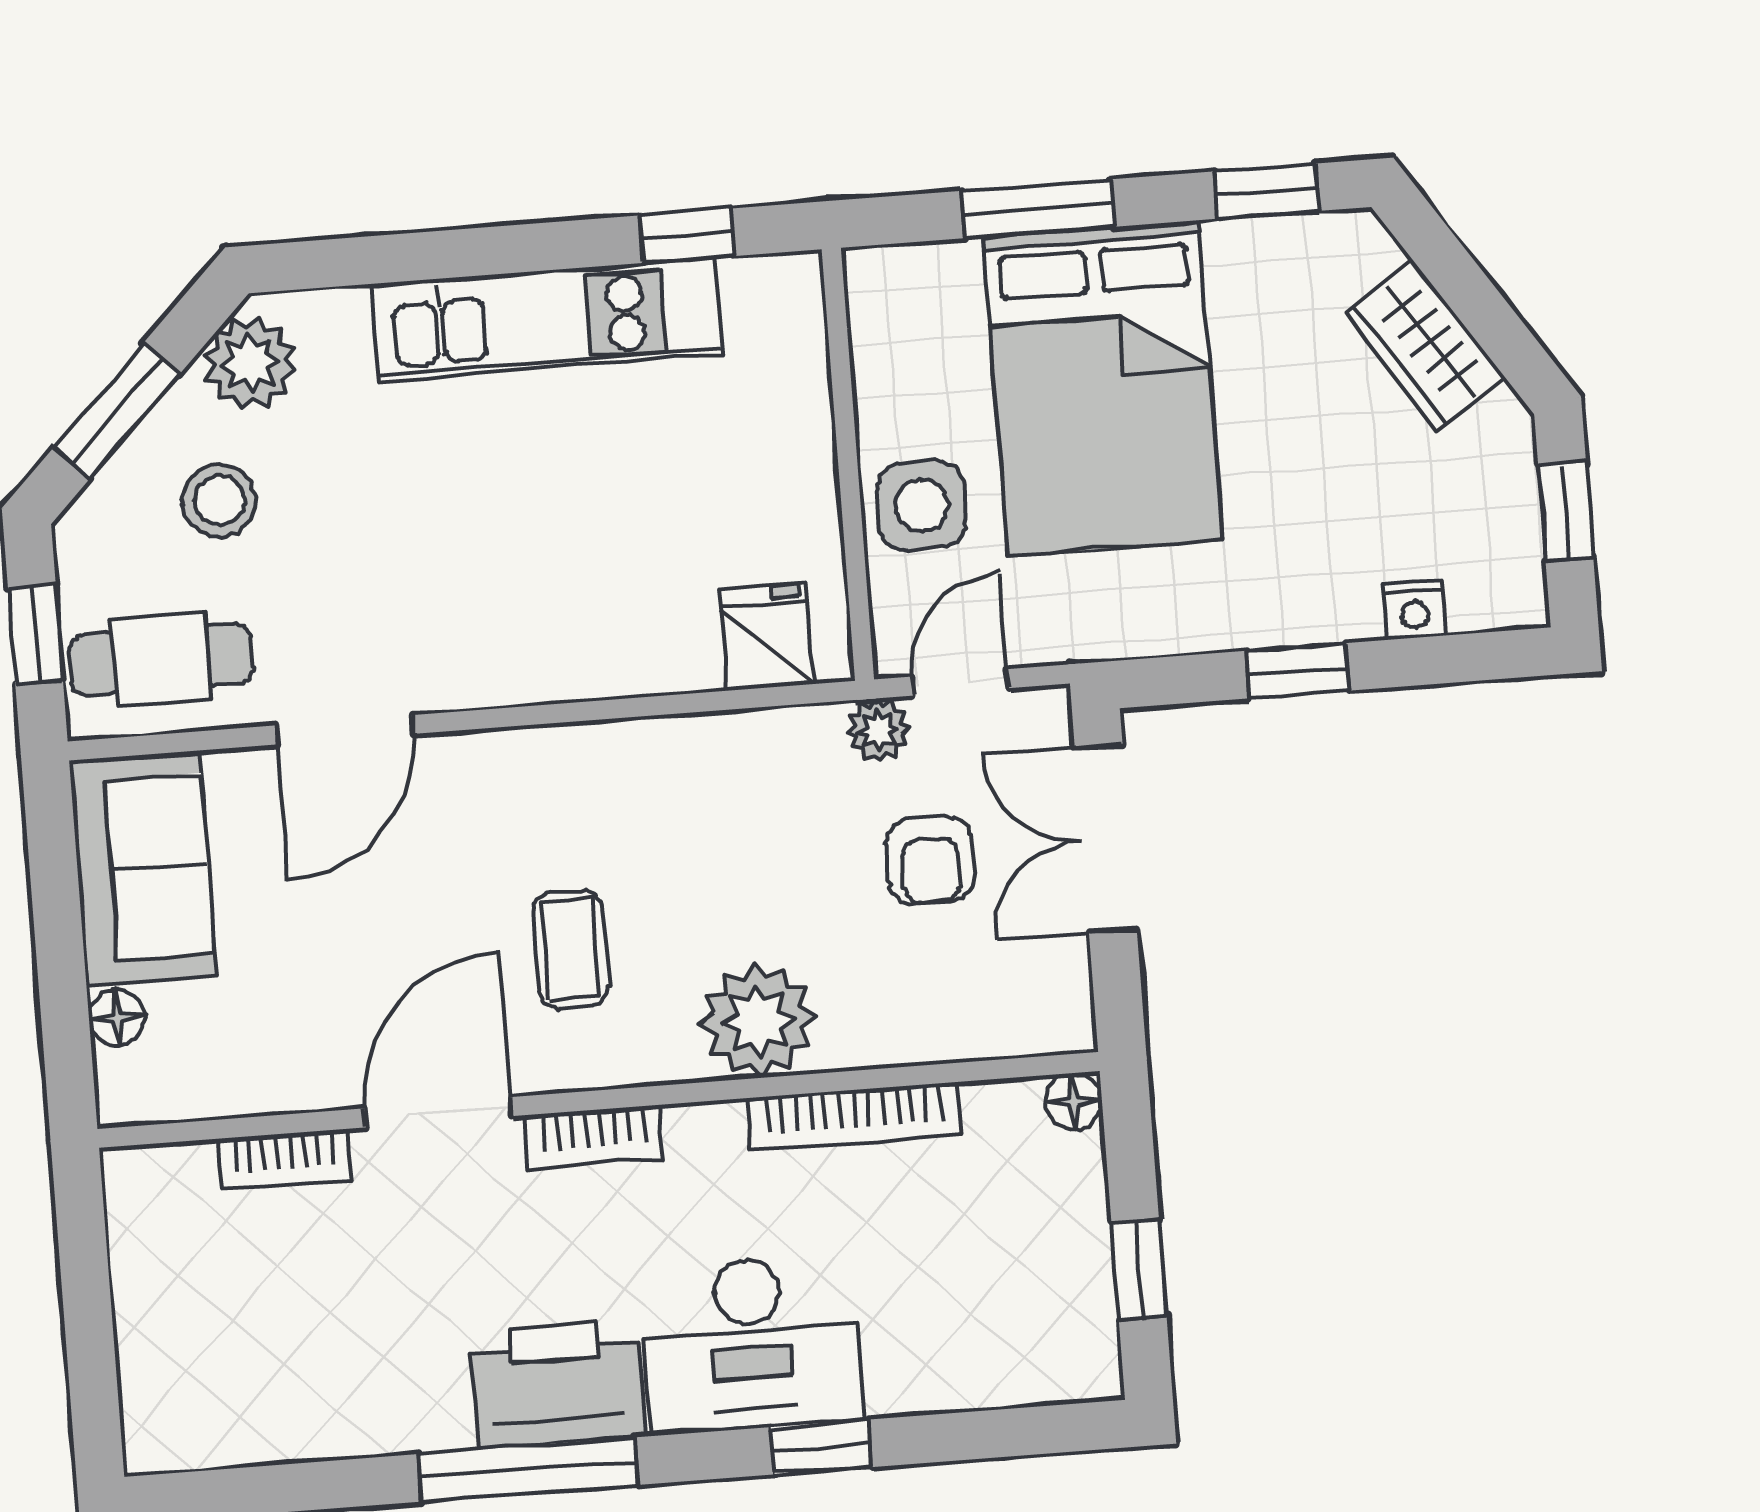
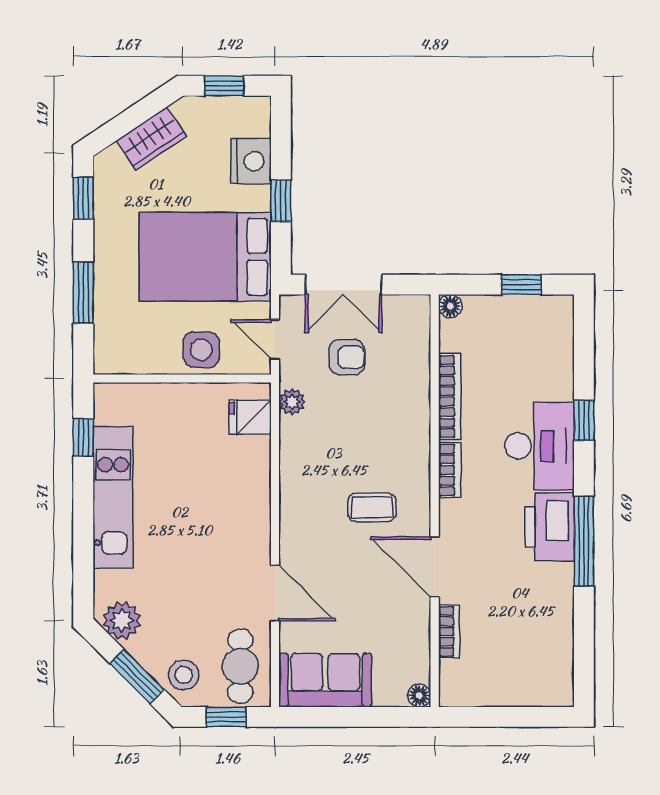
bed: (1103, 388) -> (205, 257), moved, turned 180
stool: (219, 500) -> (184, 675), moved
nightstand: (1415, 610) -> (251, 161), width x1.89, depth x1.79
plant: (878, 730) -> (292, 402), moved
floor lamp: (117, 1018) -> (419, 696), moved
plant: (758, 1021) -> (407, 433), removed
bookcase: (594, 1137) -> (450, 470), moved

